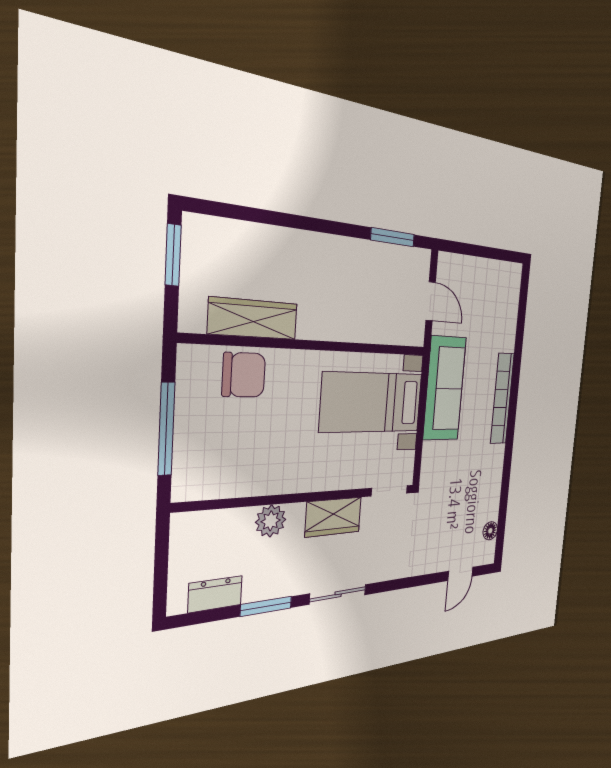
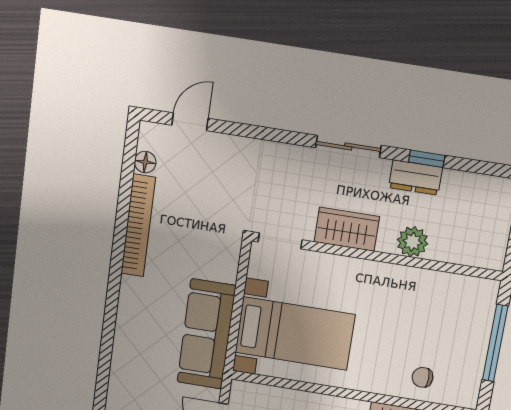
chair: (244, 375) -> (423, 377), width x0.54, depth x0.54
bookcase: (502, 399) -> (138, 226), moved
dresser: (215, 594) -> (415, 177), moved
window: (266, 606) -> (427, 159), width x0.67

